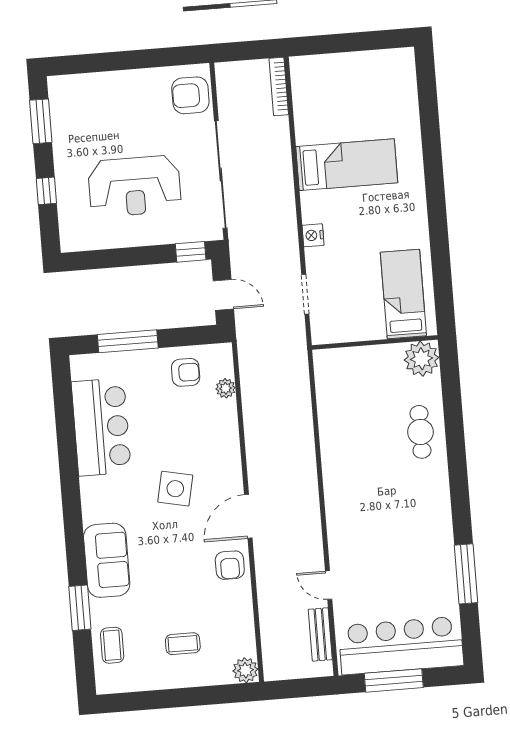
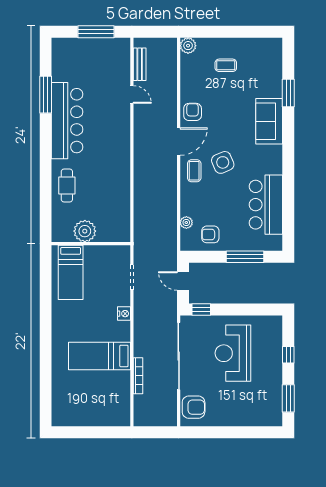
bookcase: (279, 86) -> (138, 376), moved
reception desk: (135, 186) -> (233, 353), turned -90
plant: (422, 359) -> (85, 231), moved
side table: (175, 489) -> (223, 162), turned -35
coffee table: (112, 645) -> (194, 171), moved
bar counter: (401, 646) -> (67, 121), moved, turned -90

